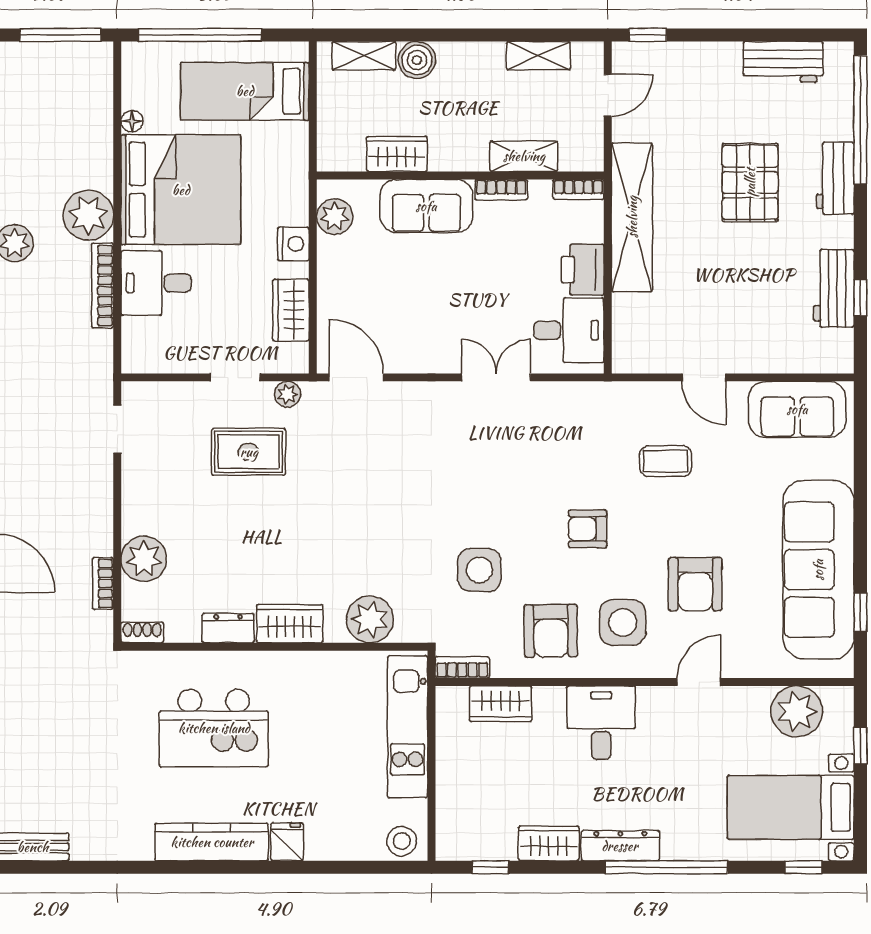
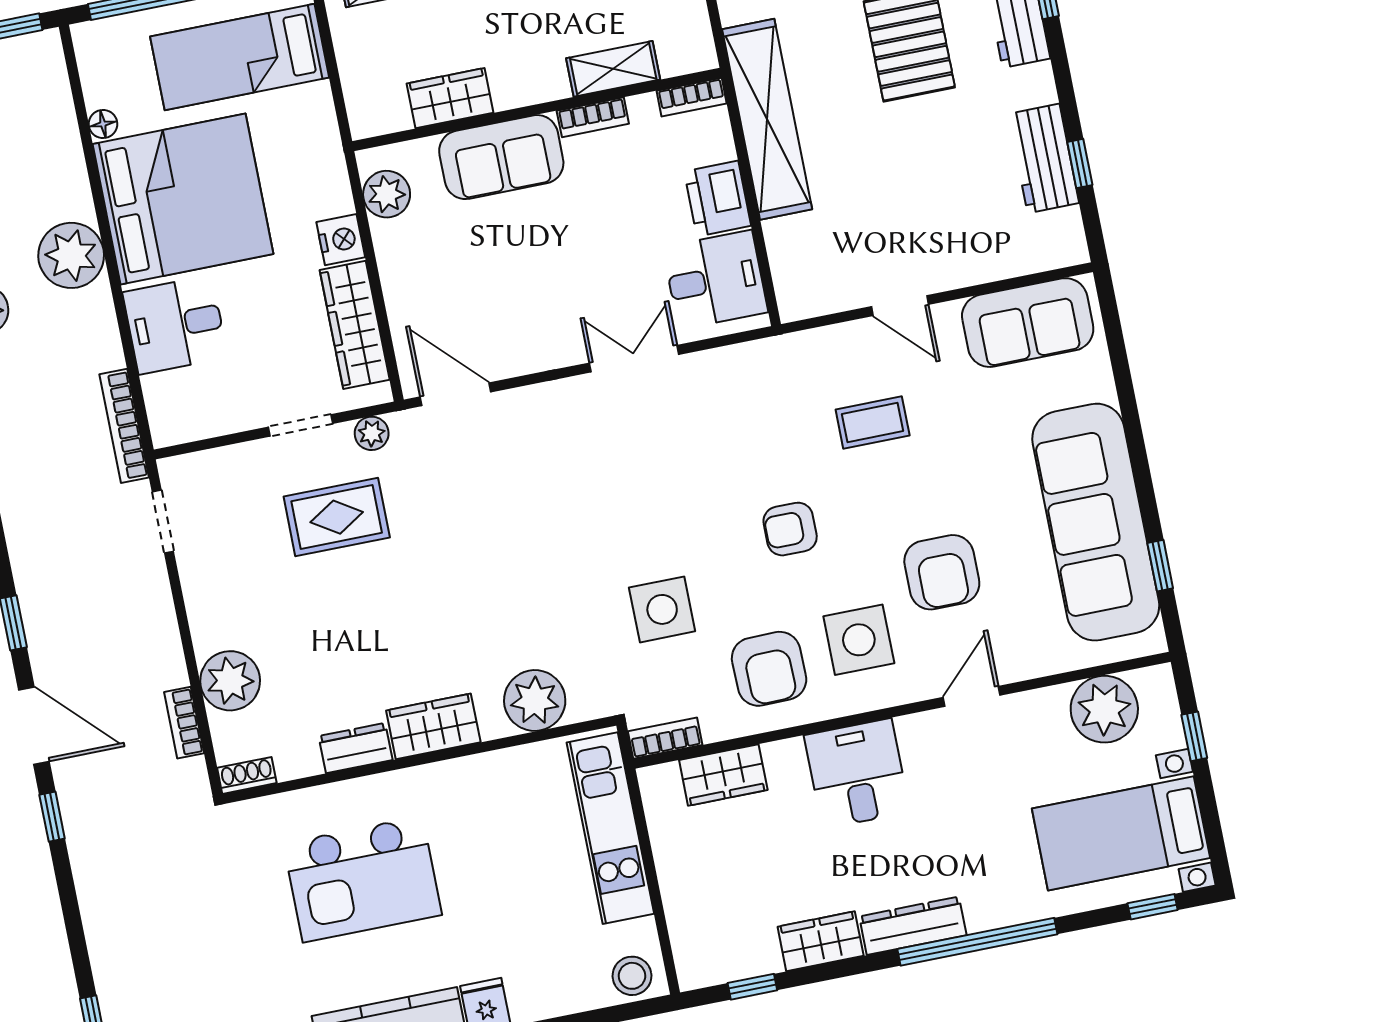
bookcase: (102, 285) -> (124, 426), moved
wardrobe: (291, 310) -> (355, 325), width x1.50

